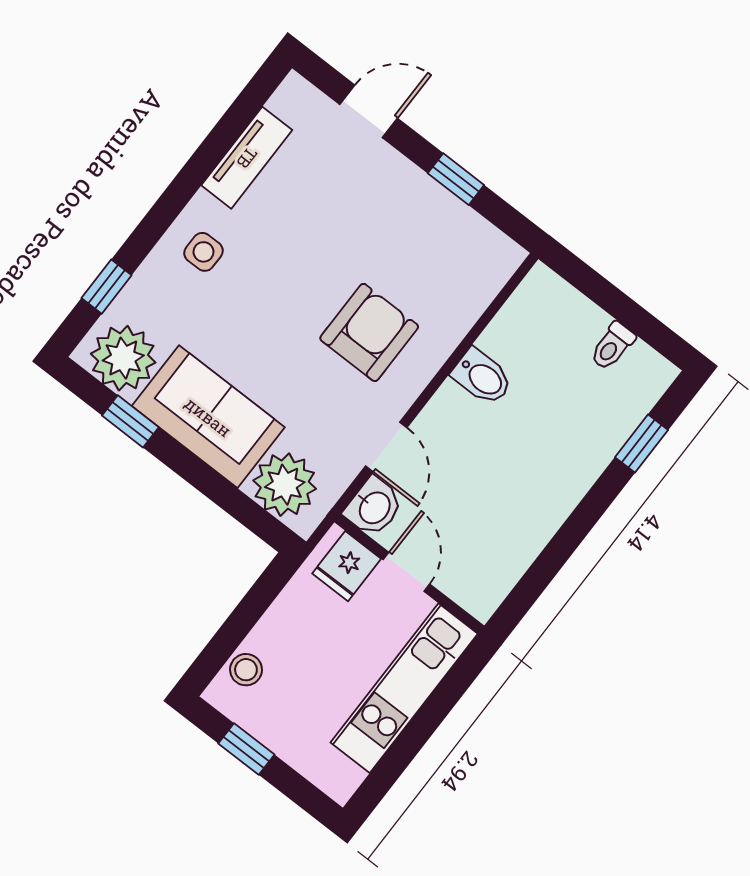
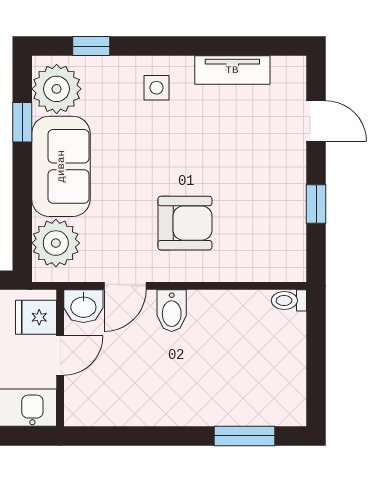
toilet: (612, 346) -> (289, 300), moved
bidet: (482, 377) -> (172, 311), moved
window: (642, 444) -> (244, 436), width x1.50

